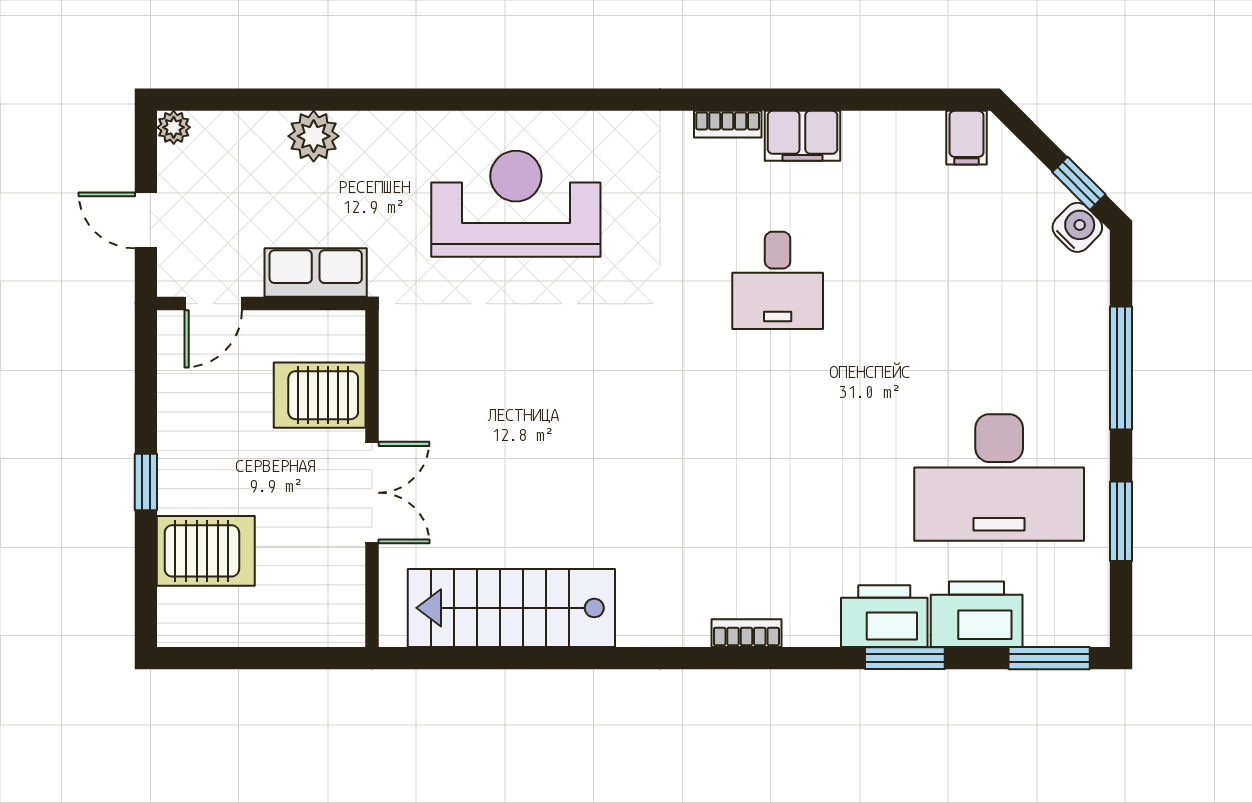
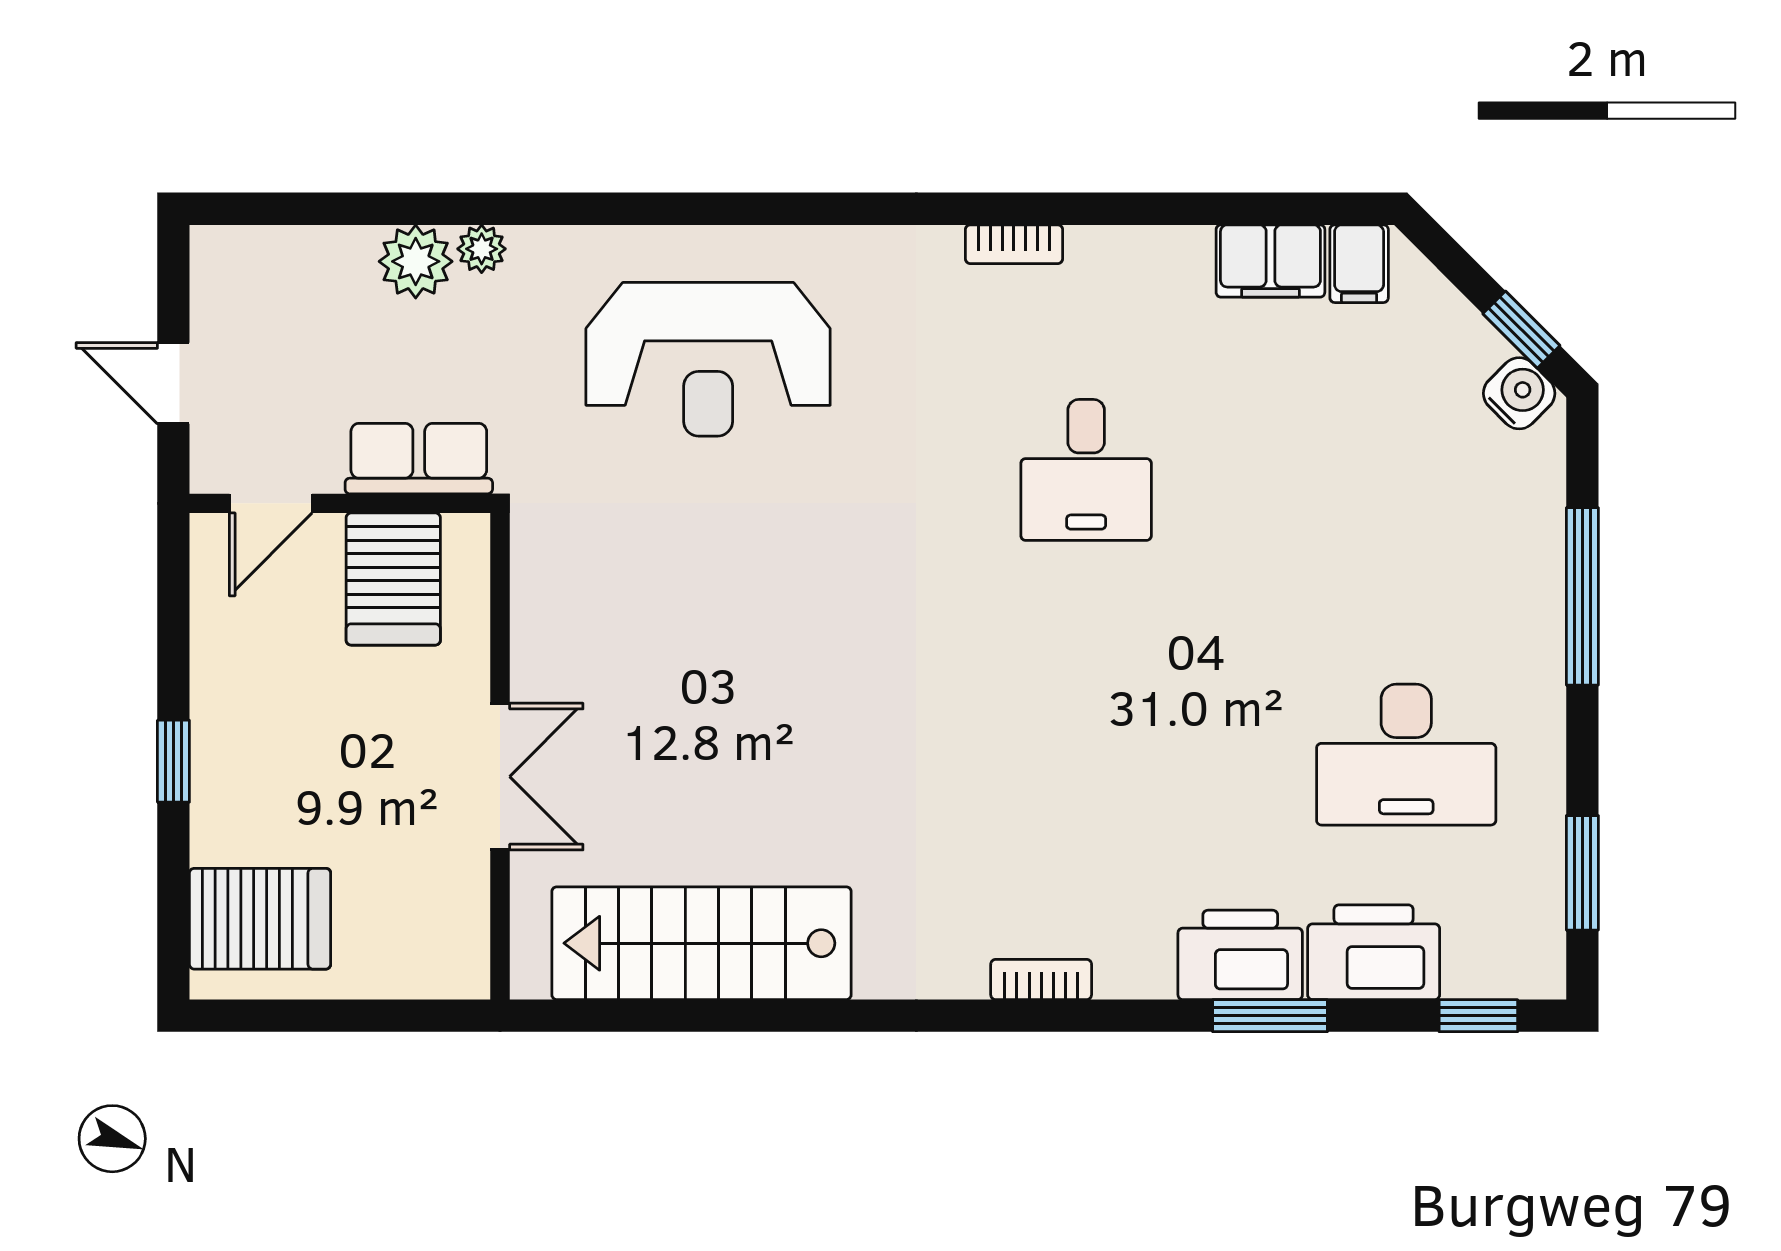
plant: (174, 127) -> (482, 249), moved
filing cabinet: (802, 136) -> (1270, 261), moved
reception desk: (516, 204) -> (708, 359), turned 180
server rack: (320, 395) -> (393, 579), moved, turned -90
desk: (999, 477) -> (1406, 755), width x0.73, depth x0.77
window: (1121, 521) -> (1582, 873), moved
server rack: (206, 551) -> (260, 919), moved
window: (1049, 658) -> (1478, 1016), width x0.67

